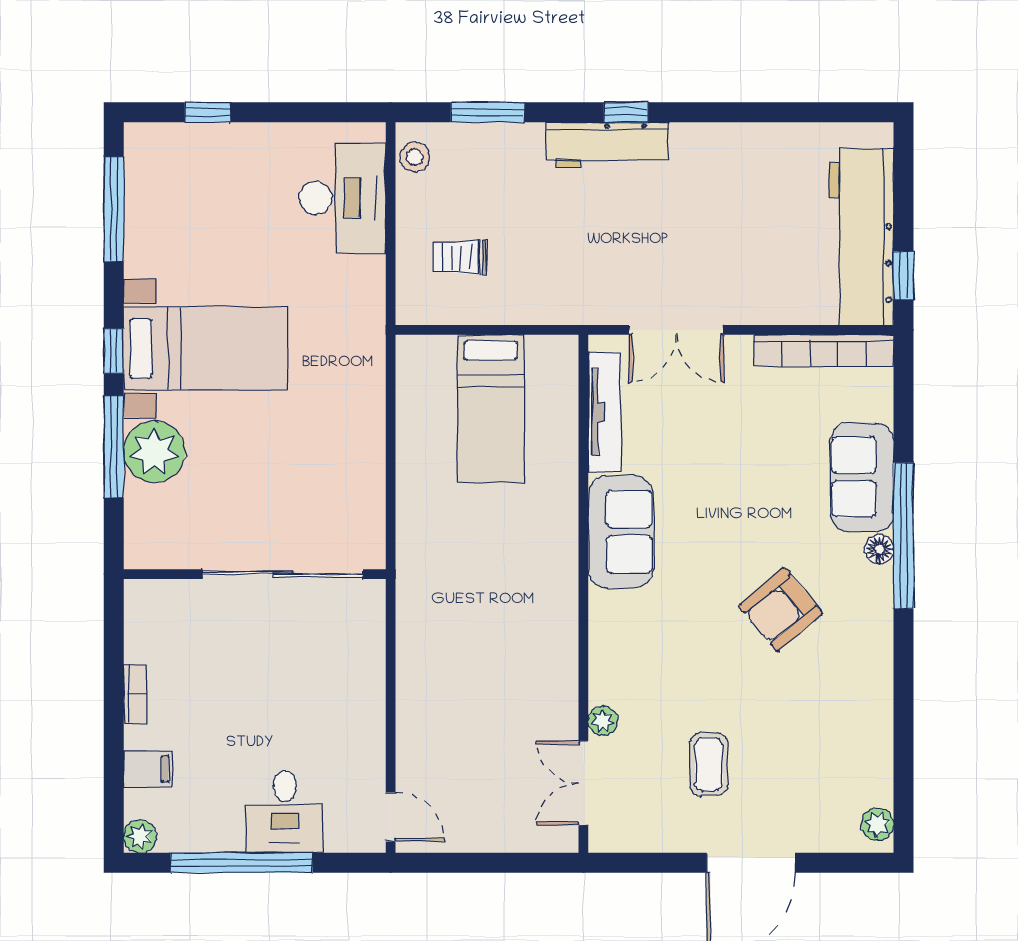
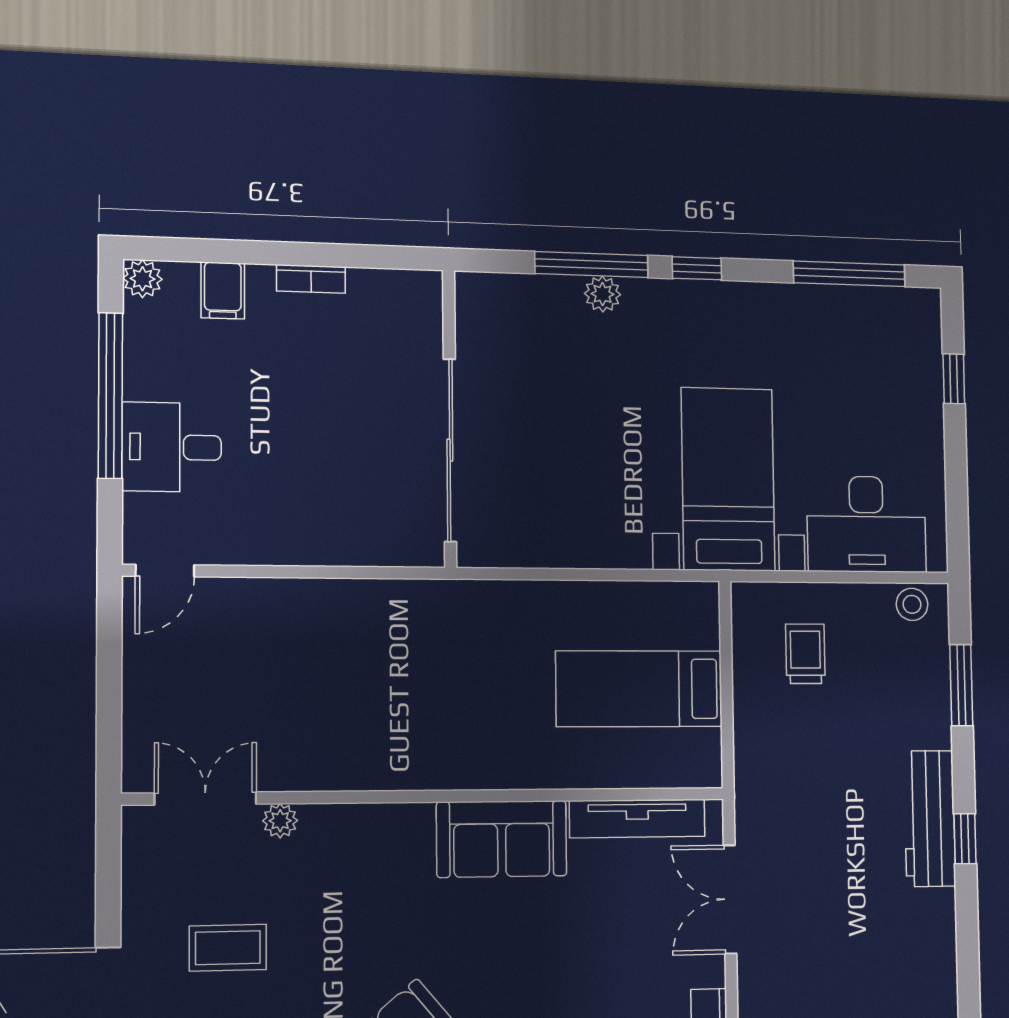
bed with nightstands: (206, 348) -> (728, 479), moved, turned 180
plant: (154, 451) -> (603, 294), width x0.53, depth x0.53

